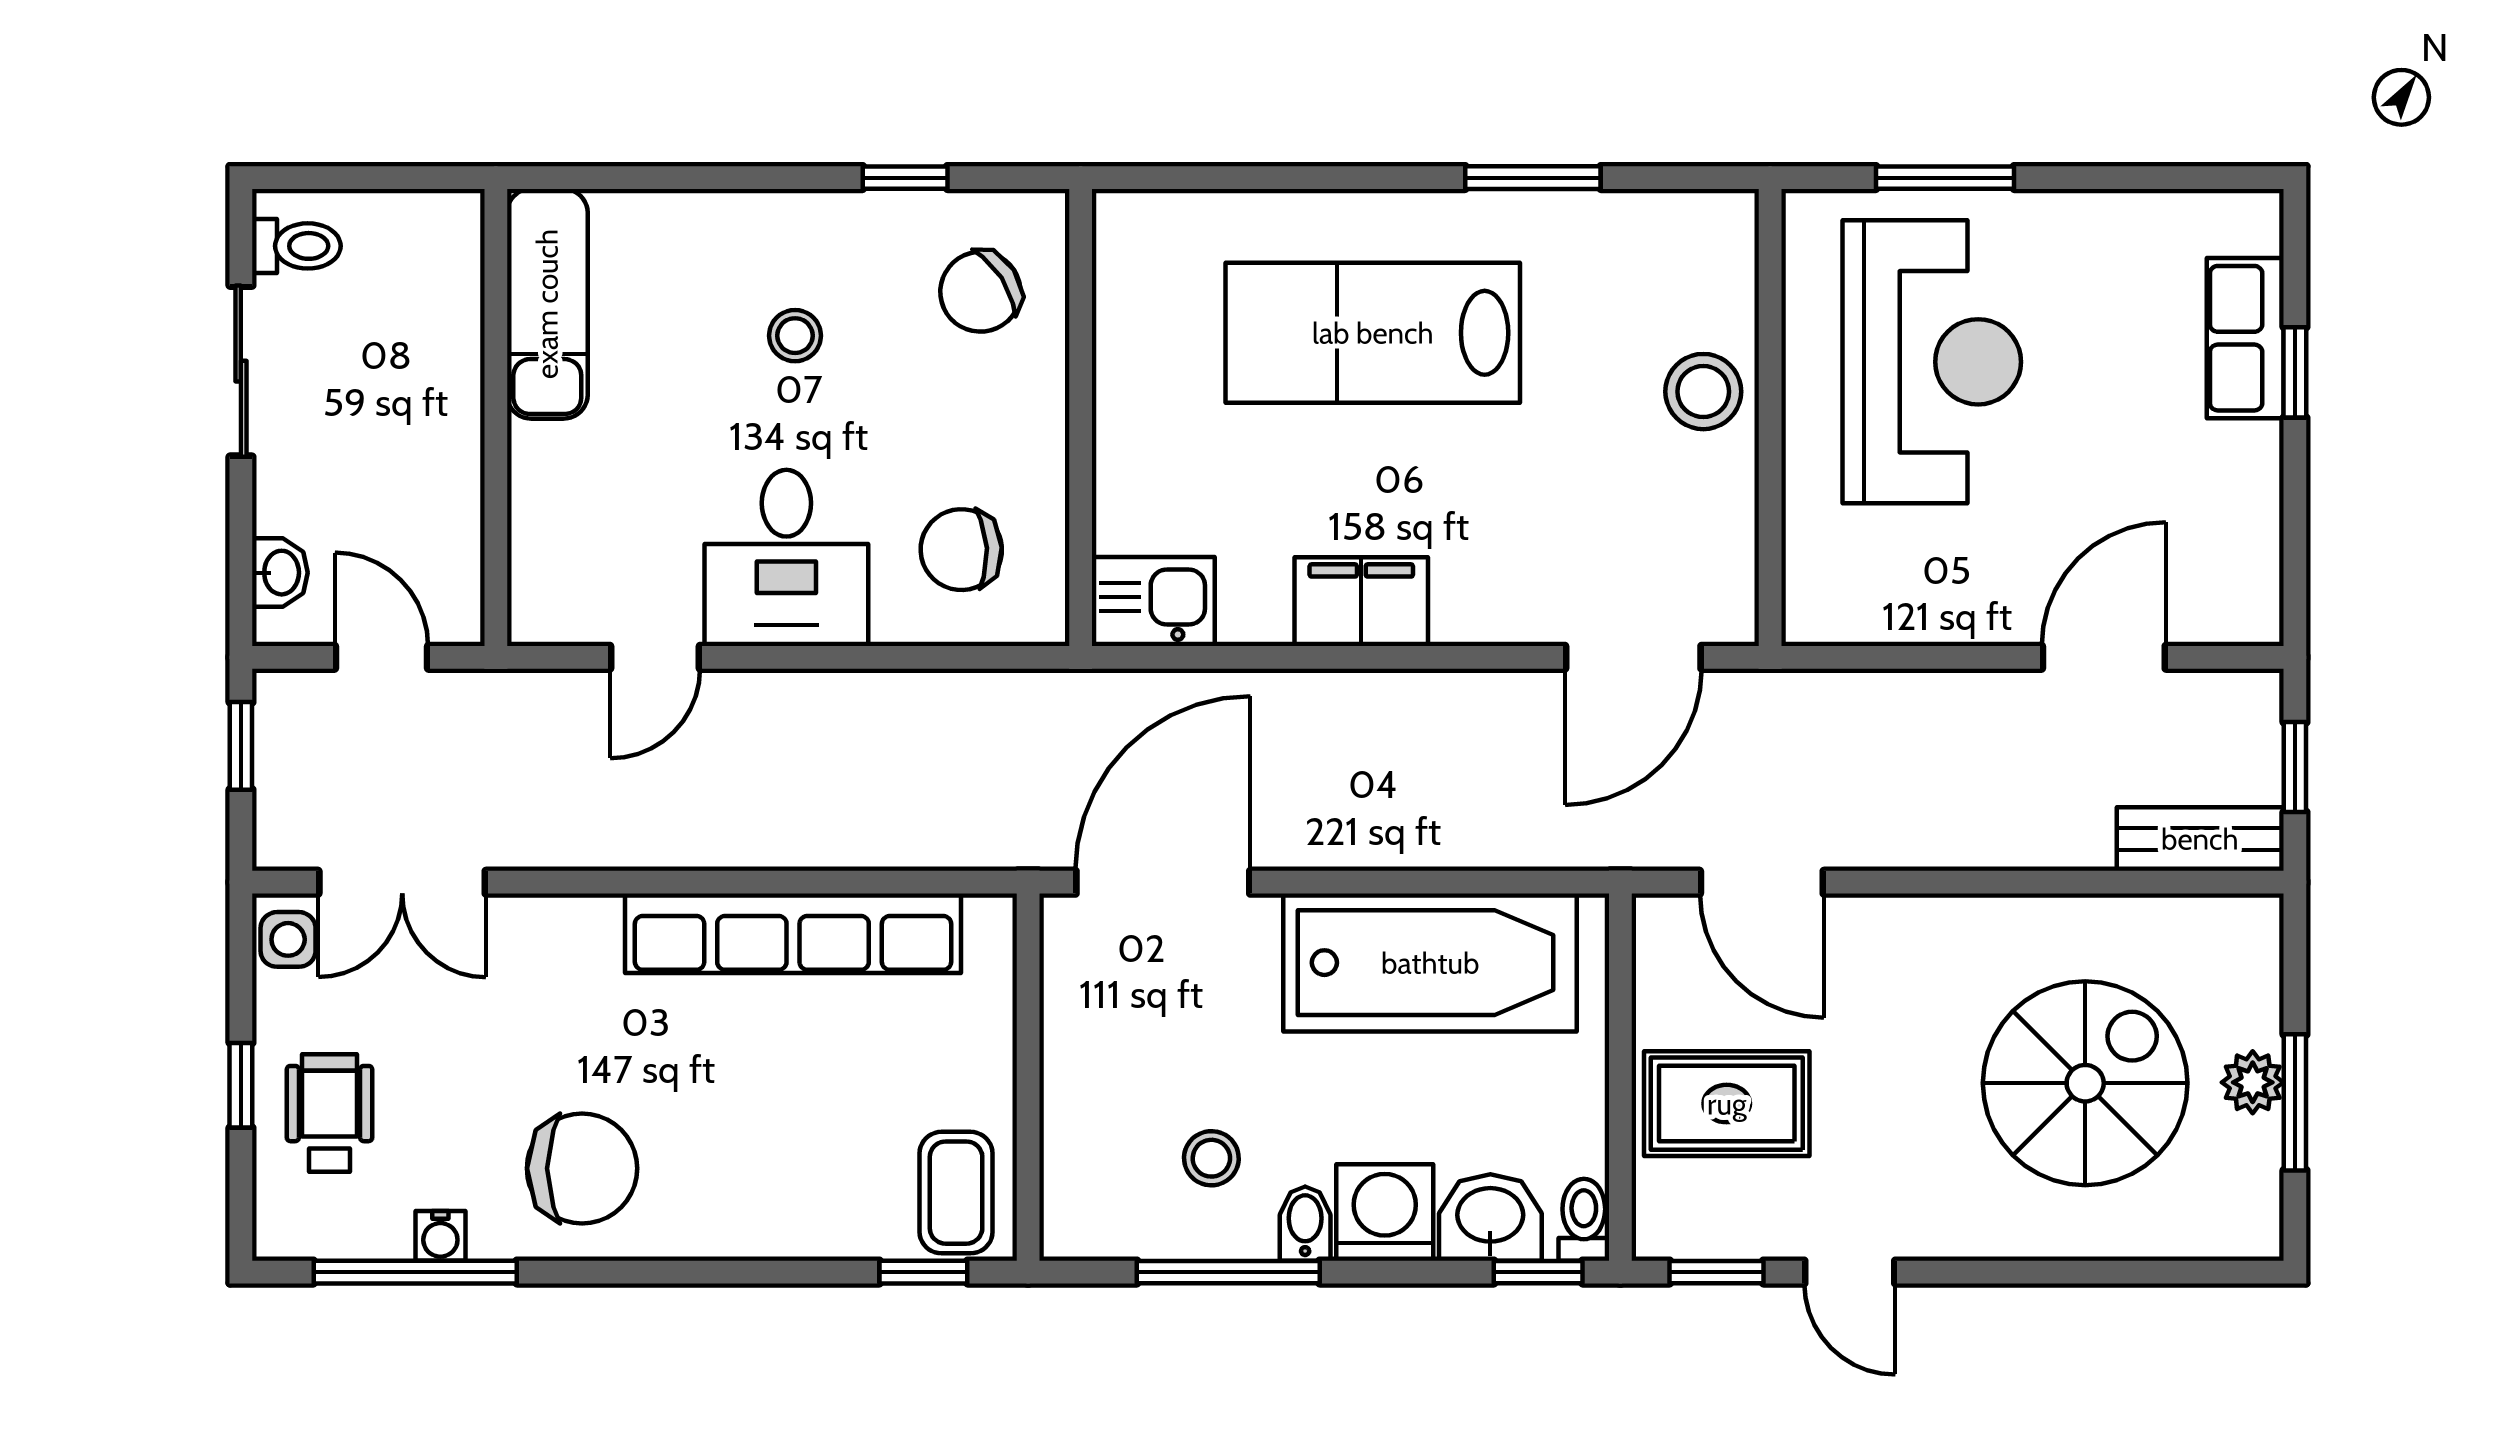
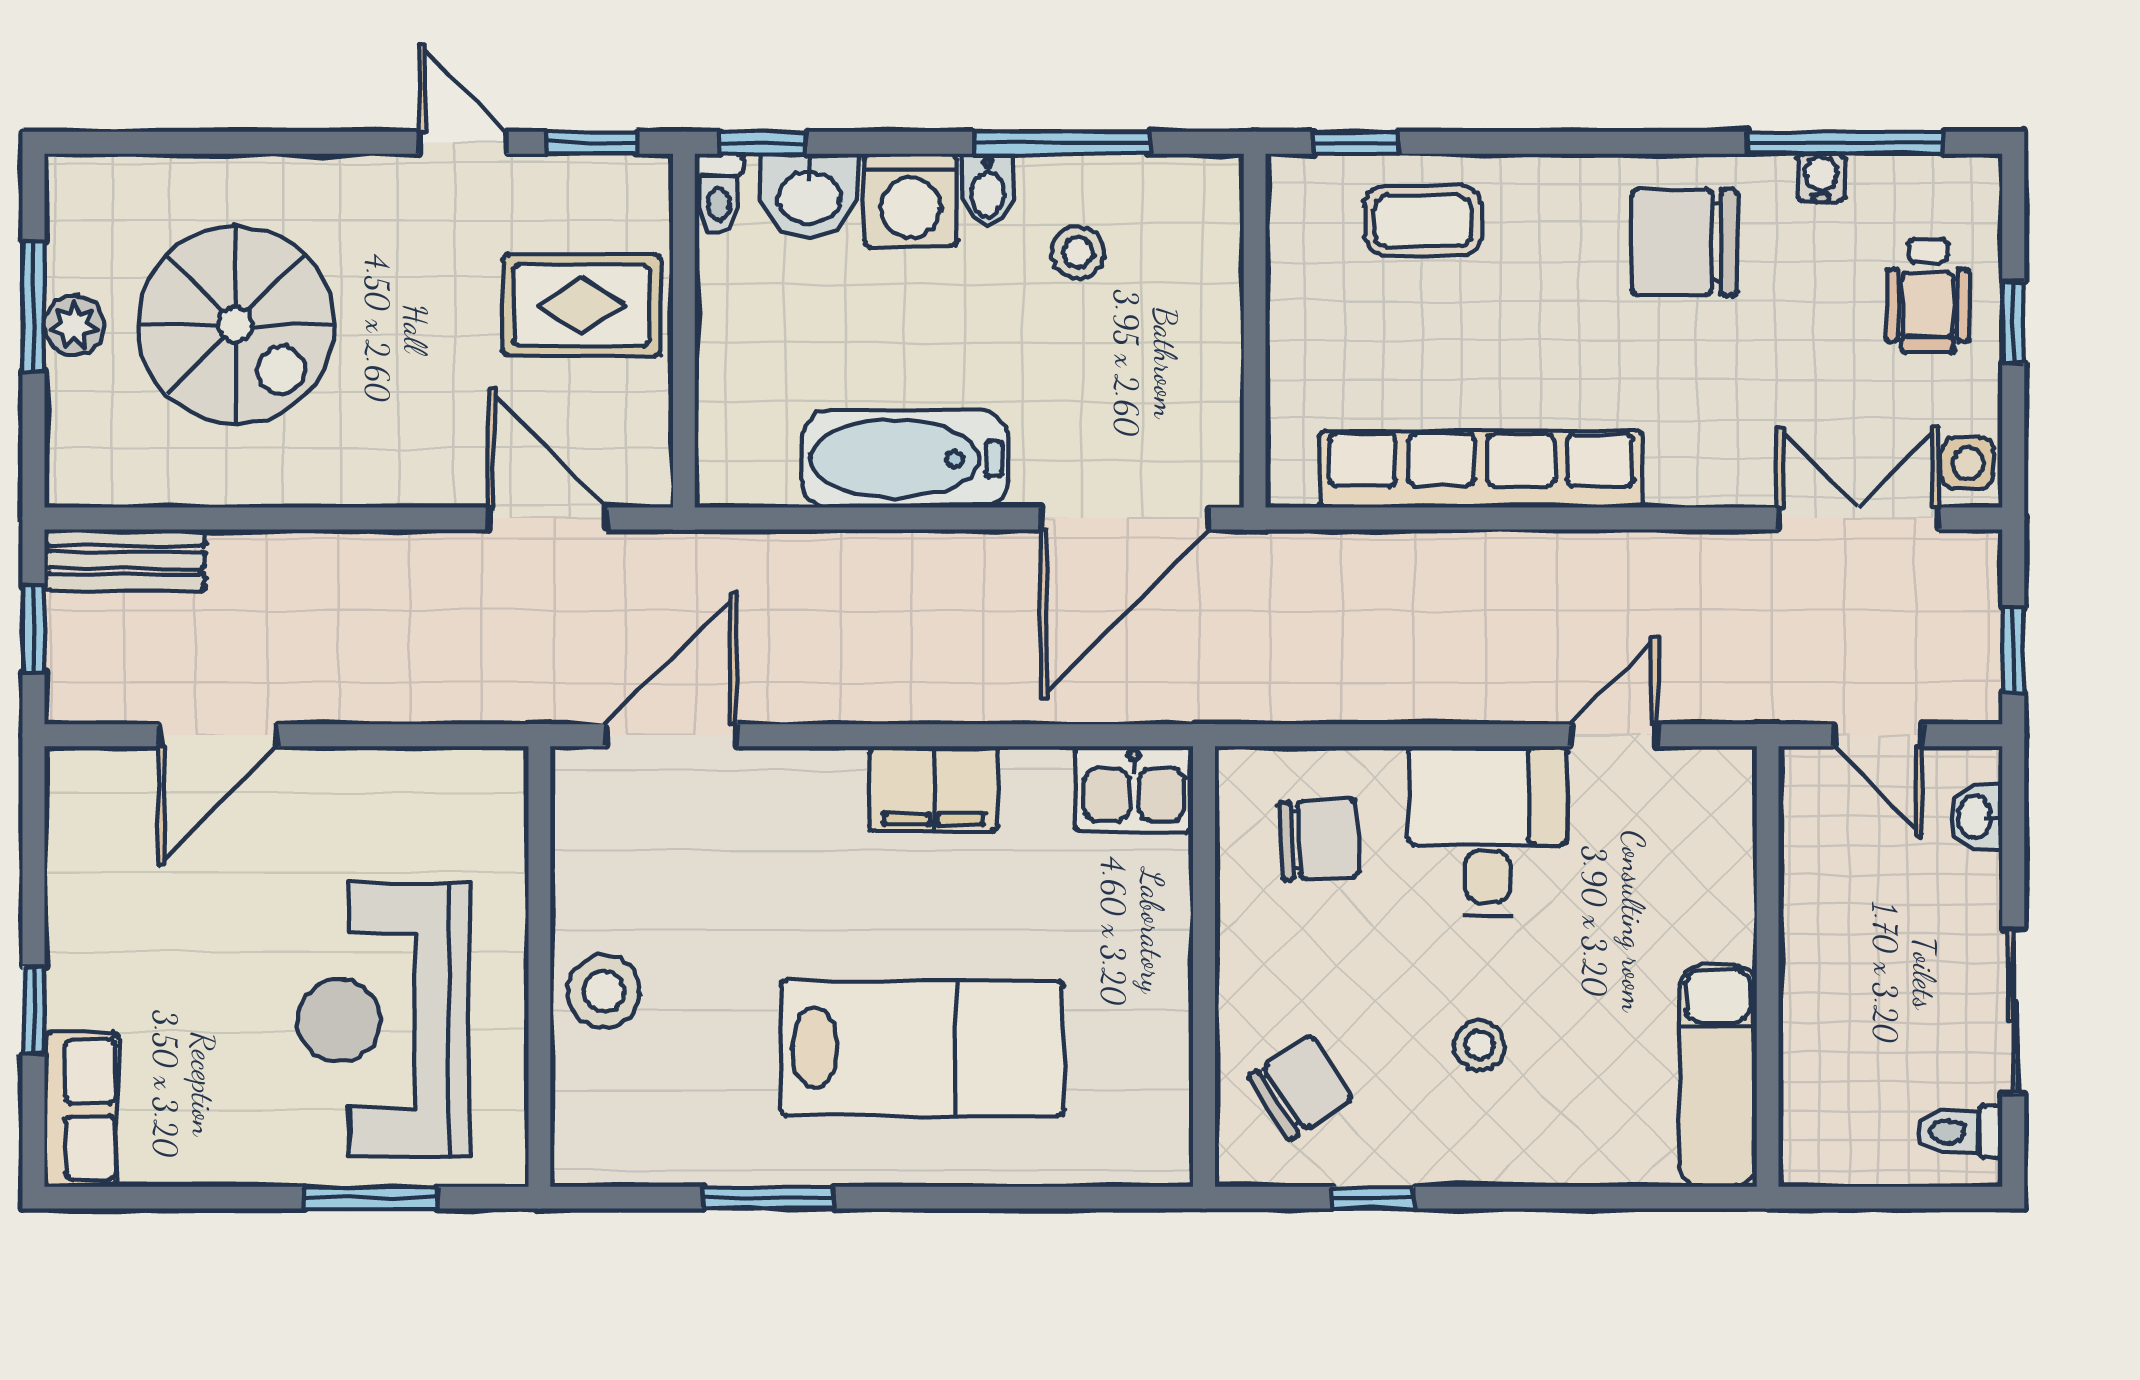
row of seats: (2245, 338) -> (81, 1109), moved
bathtub: (1430, 963) -> (905, 459), width x0.73, depth x0.73
spiral stairs: (2085, 1083) -> (236, 325), turned -90
coffee table: (956, 1193) -> (1423, 221), moved, turned 90

